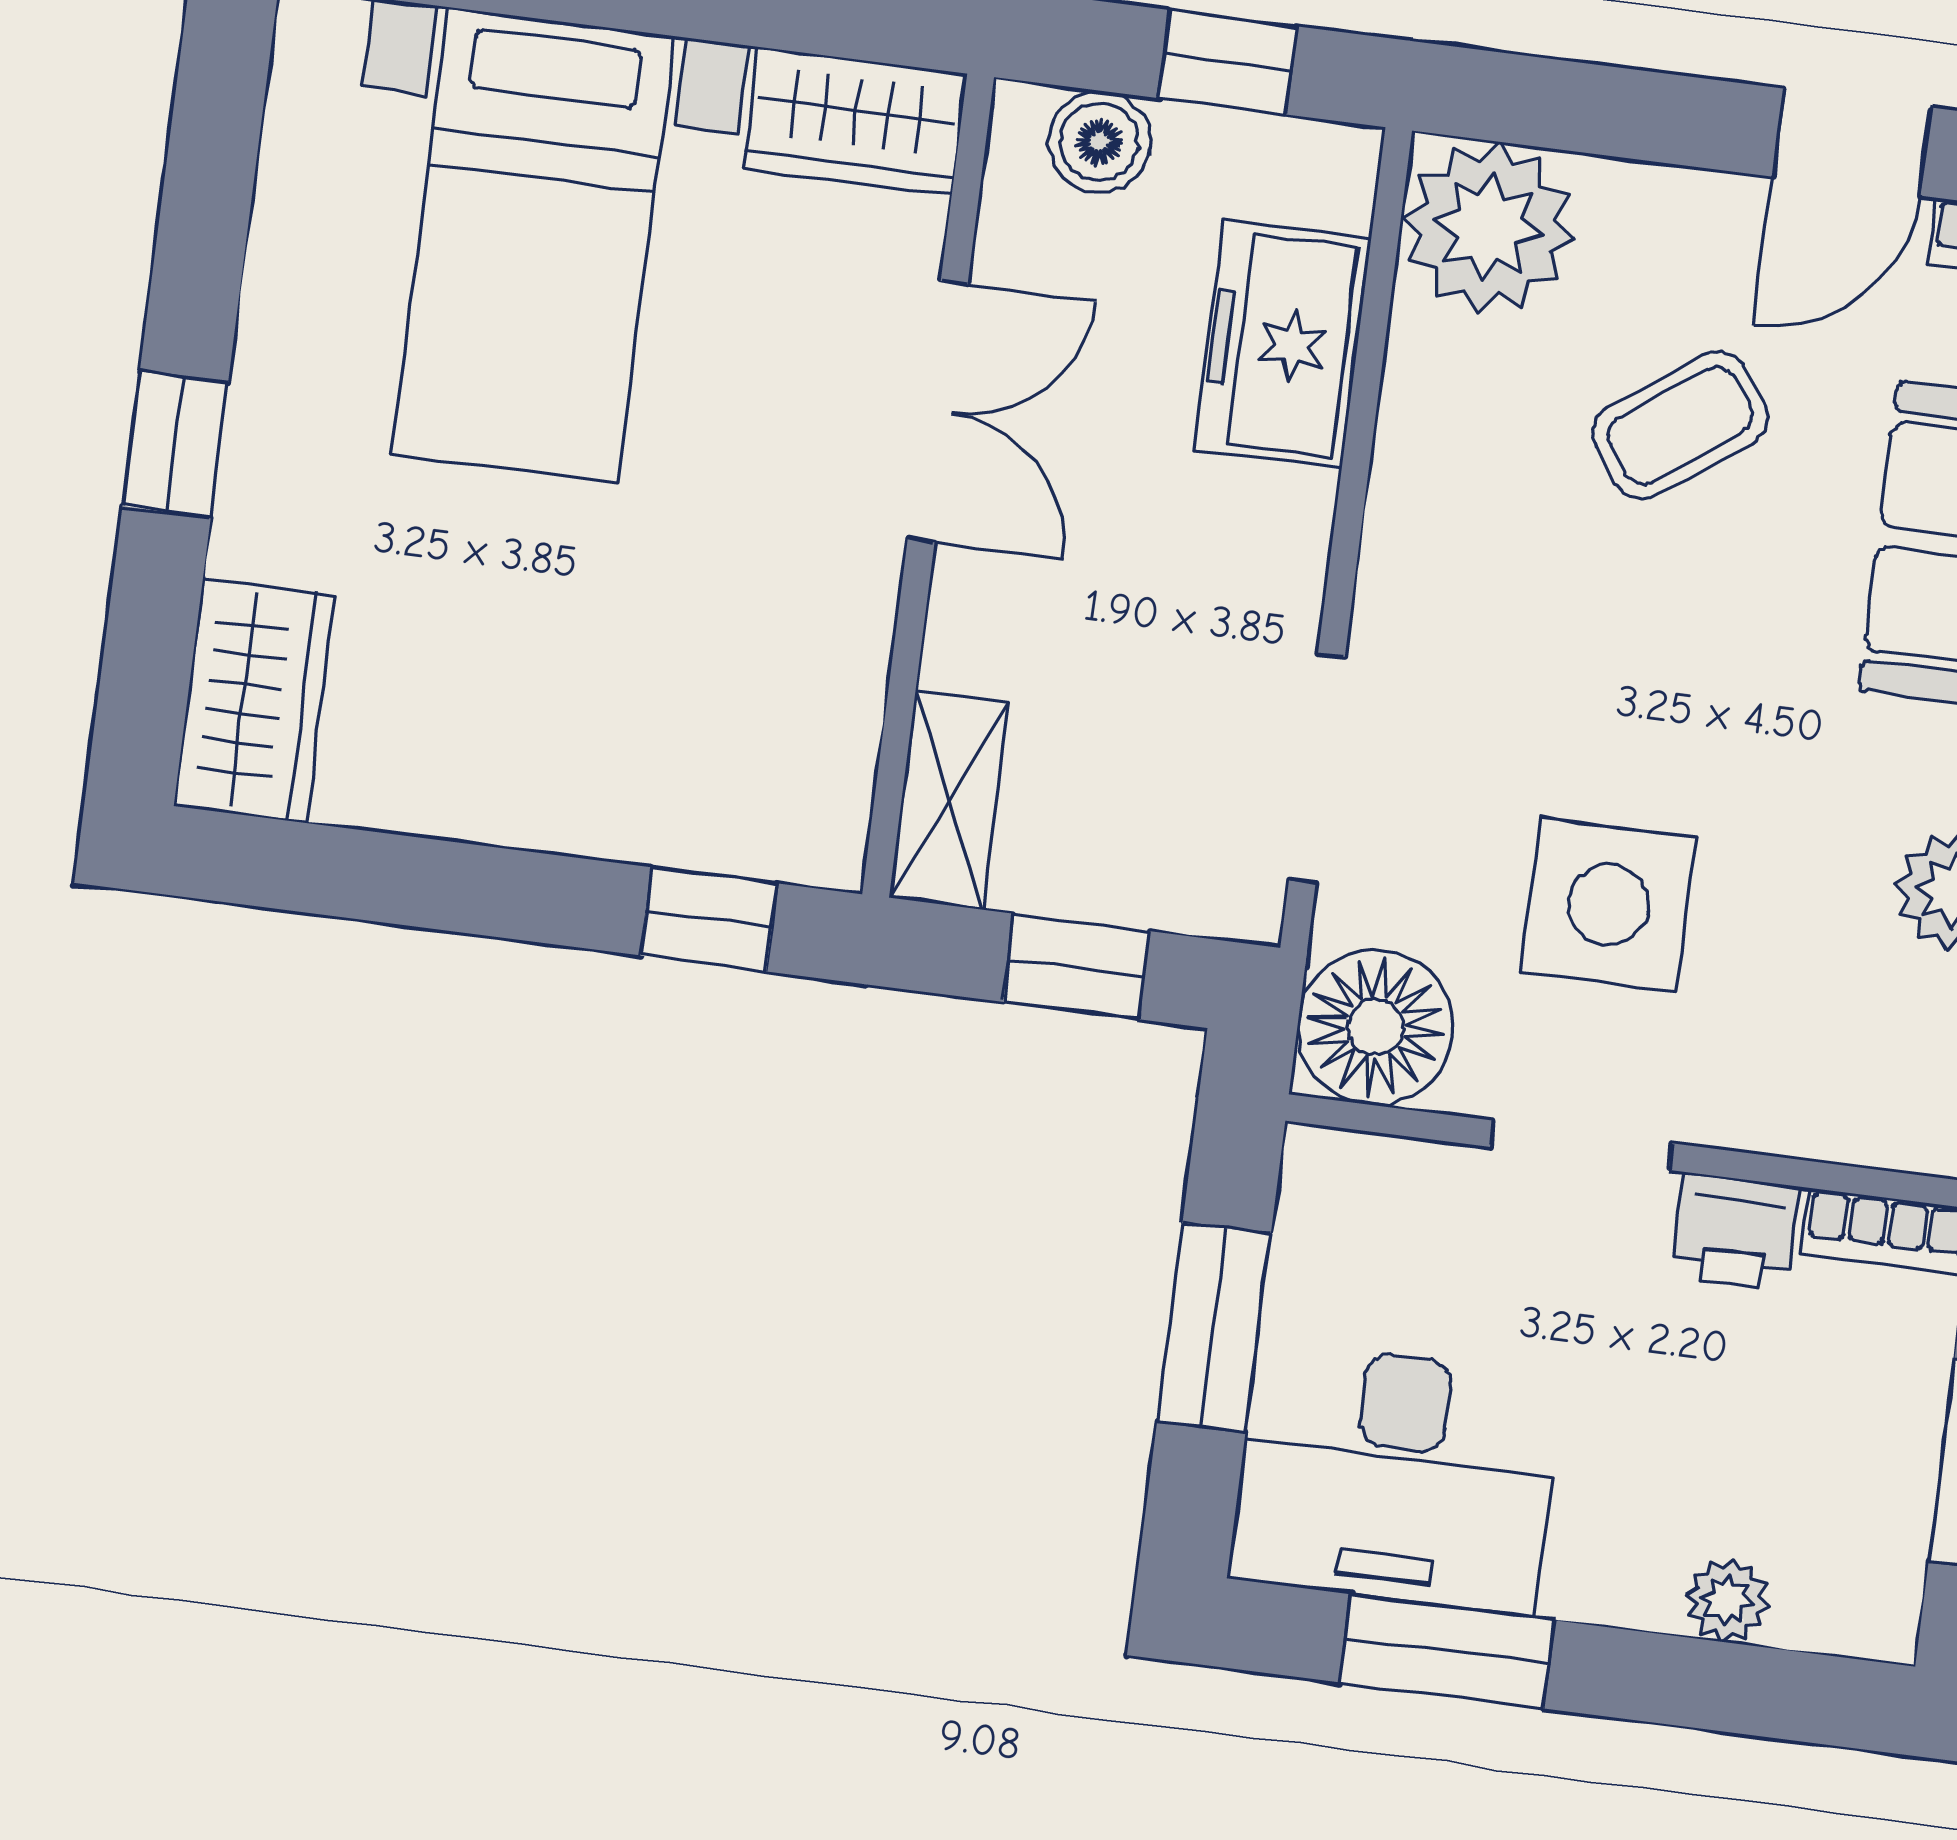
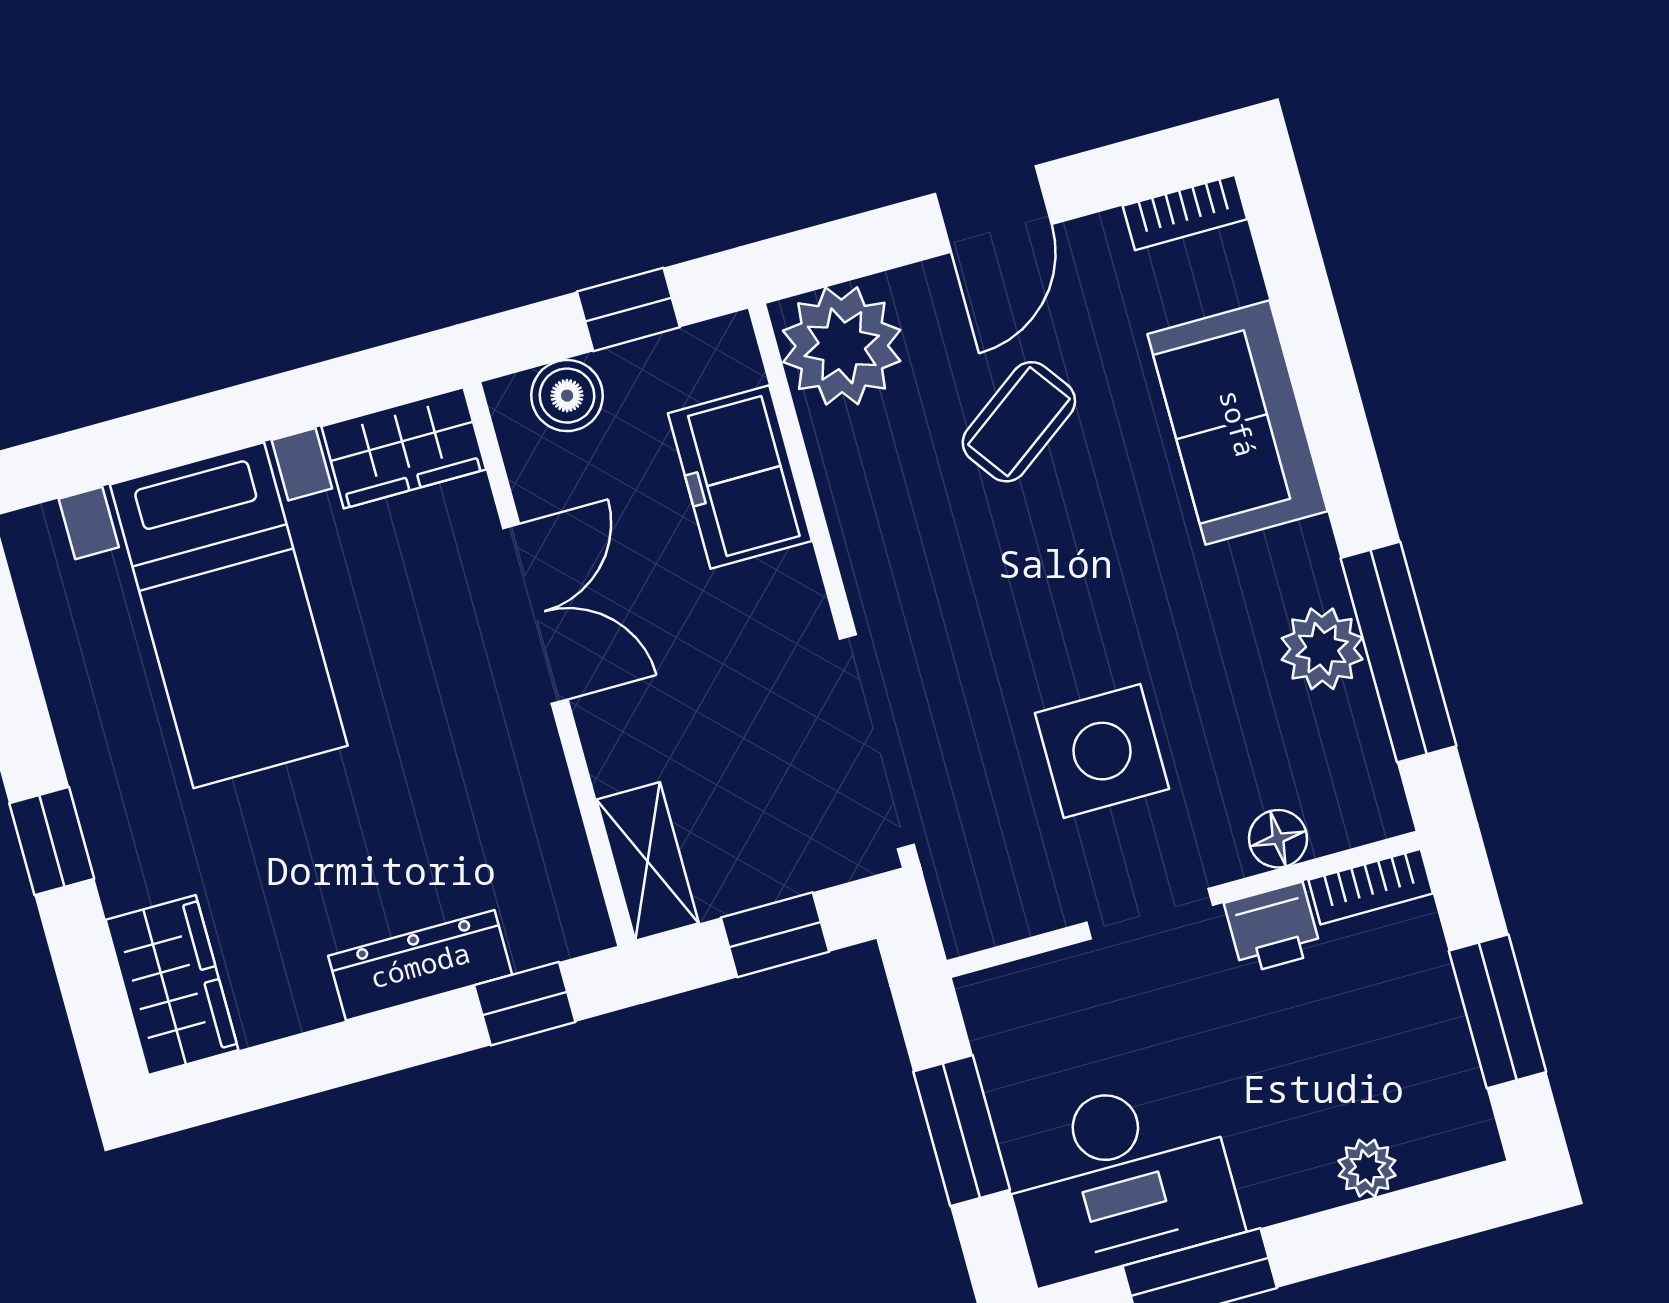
door: (1852, 142) -> (993, 209), moved
doorway: (1317, 769) -> (877, 742), width x1.36
dresser: (592, 811) -> (420, 965), added
floor lamp: (1376, 1027) -> (1278, 839), moved, width x0.53, depth x0.53

